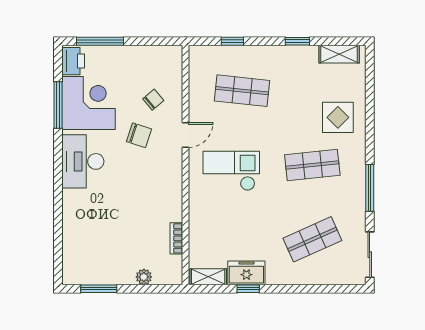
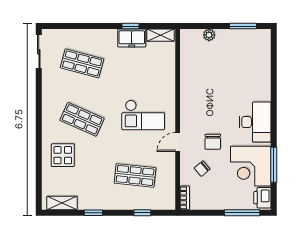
chair: (139, 135) -> (213, 142), turned -108
shop shelf: (312, 165) -> (82, 119), turned 30
window: (370, 188) -> (39, 102), removed
bookcase: (176, 238) -> (185, 198), moved
shop shelf: (312, 239) -> (82, 63), turned 39

